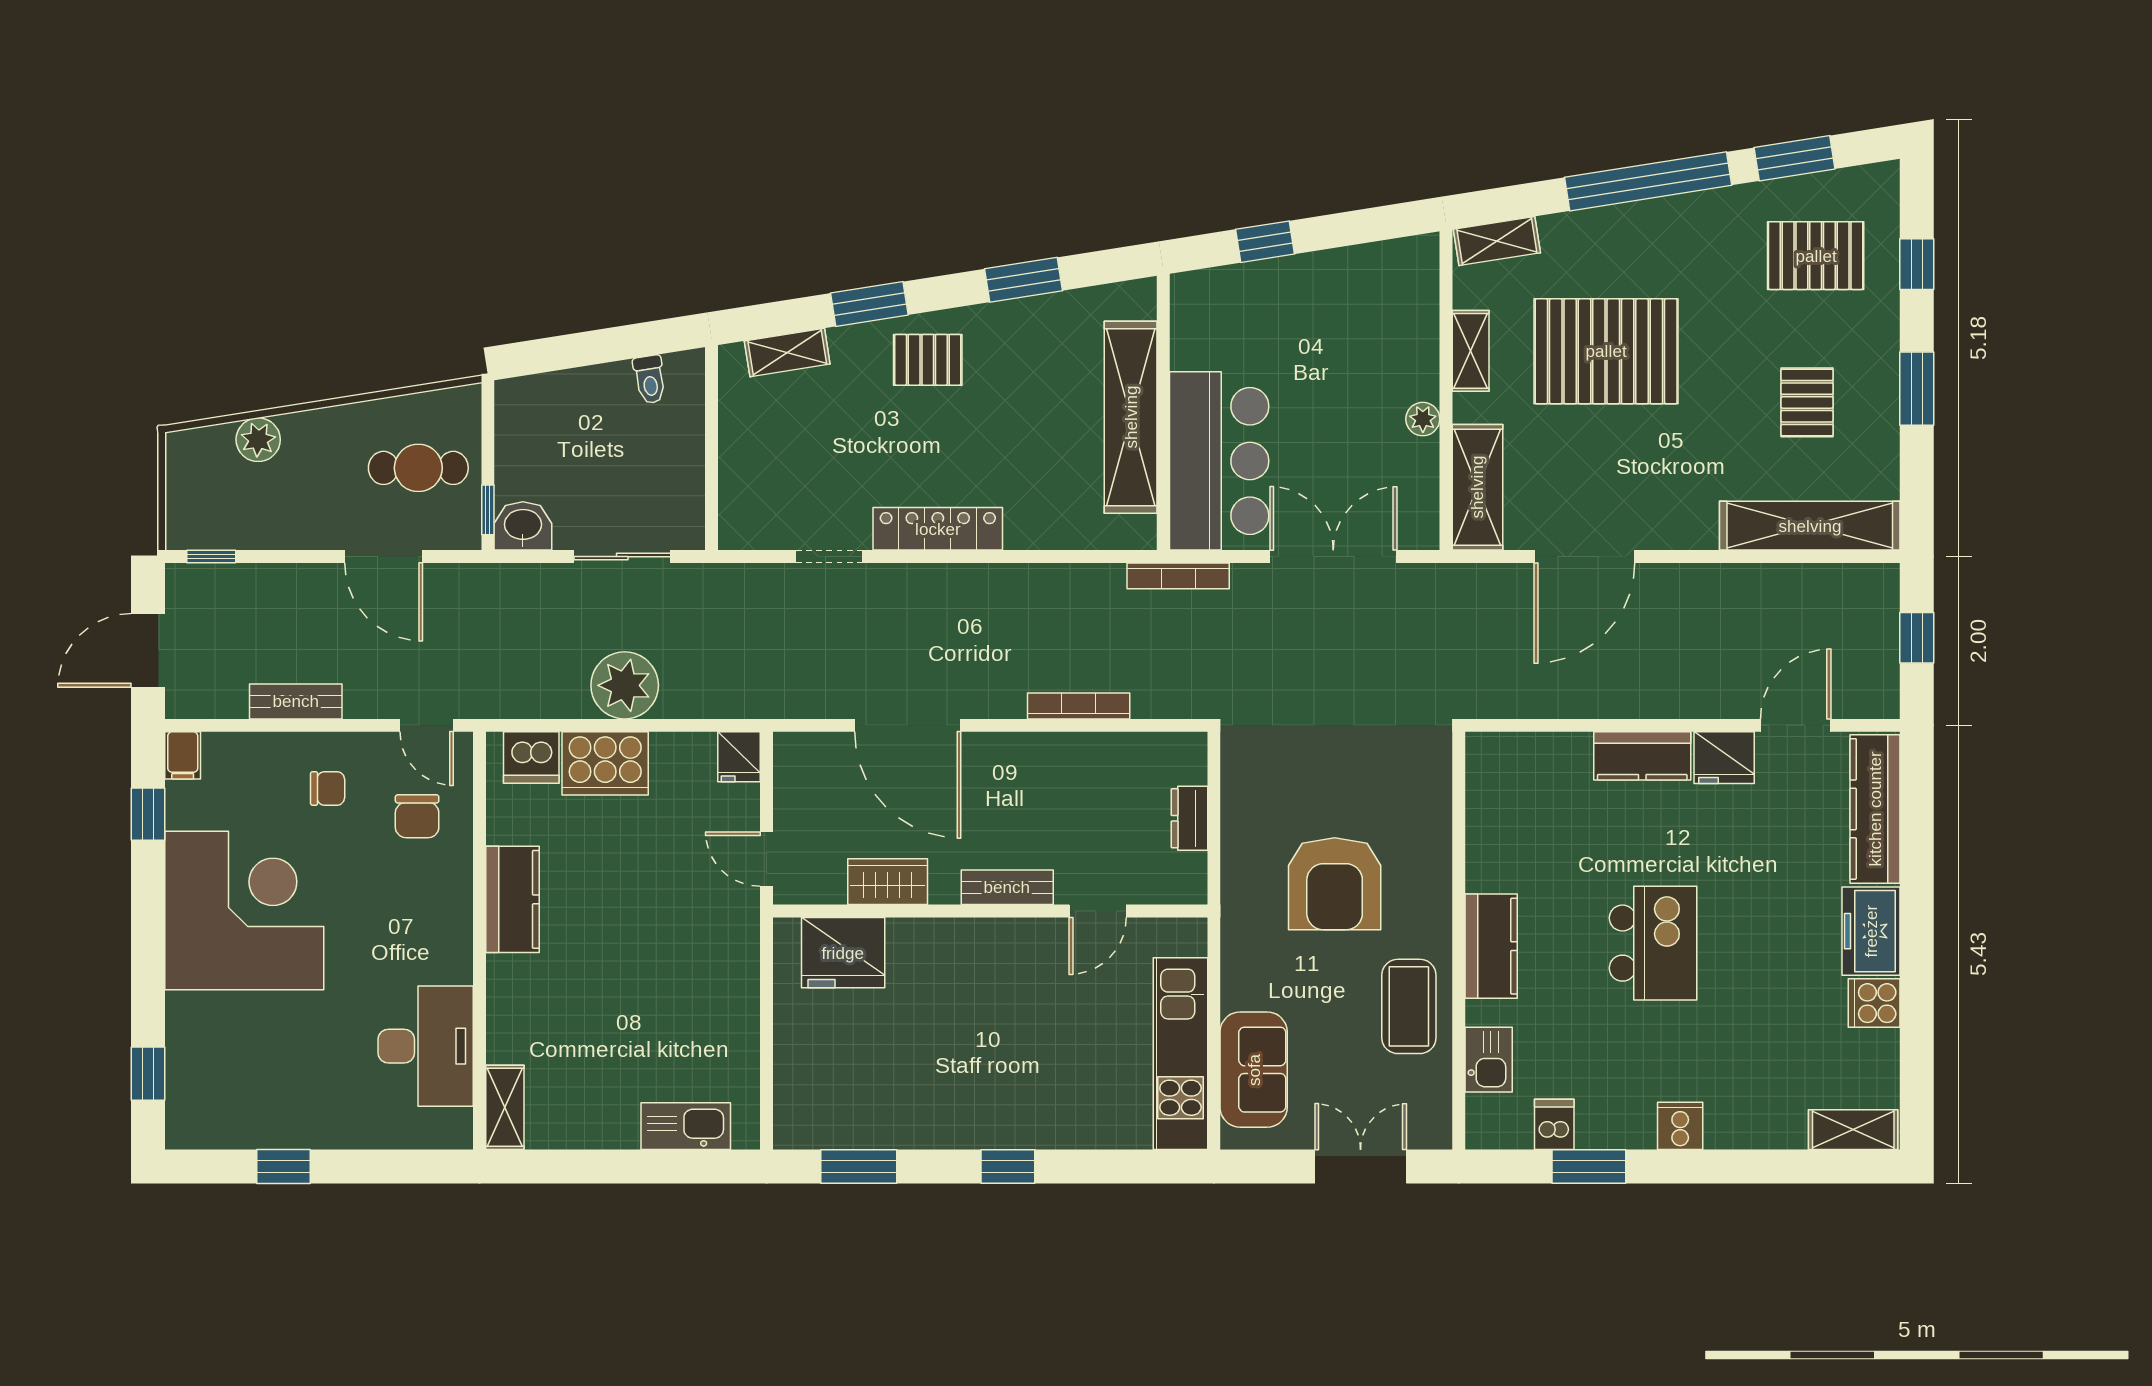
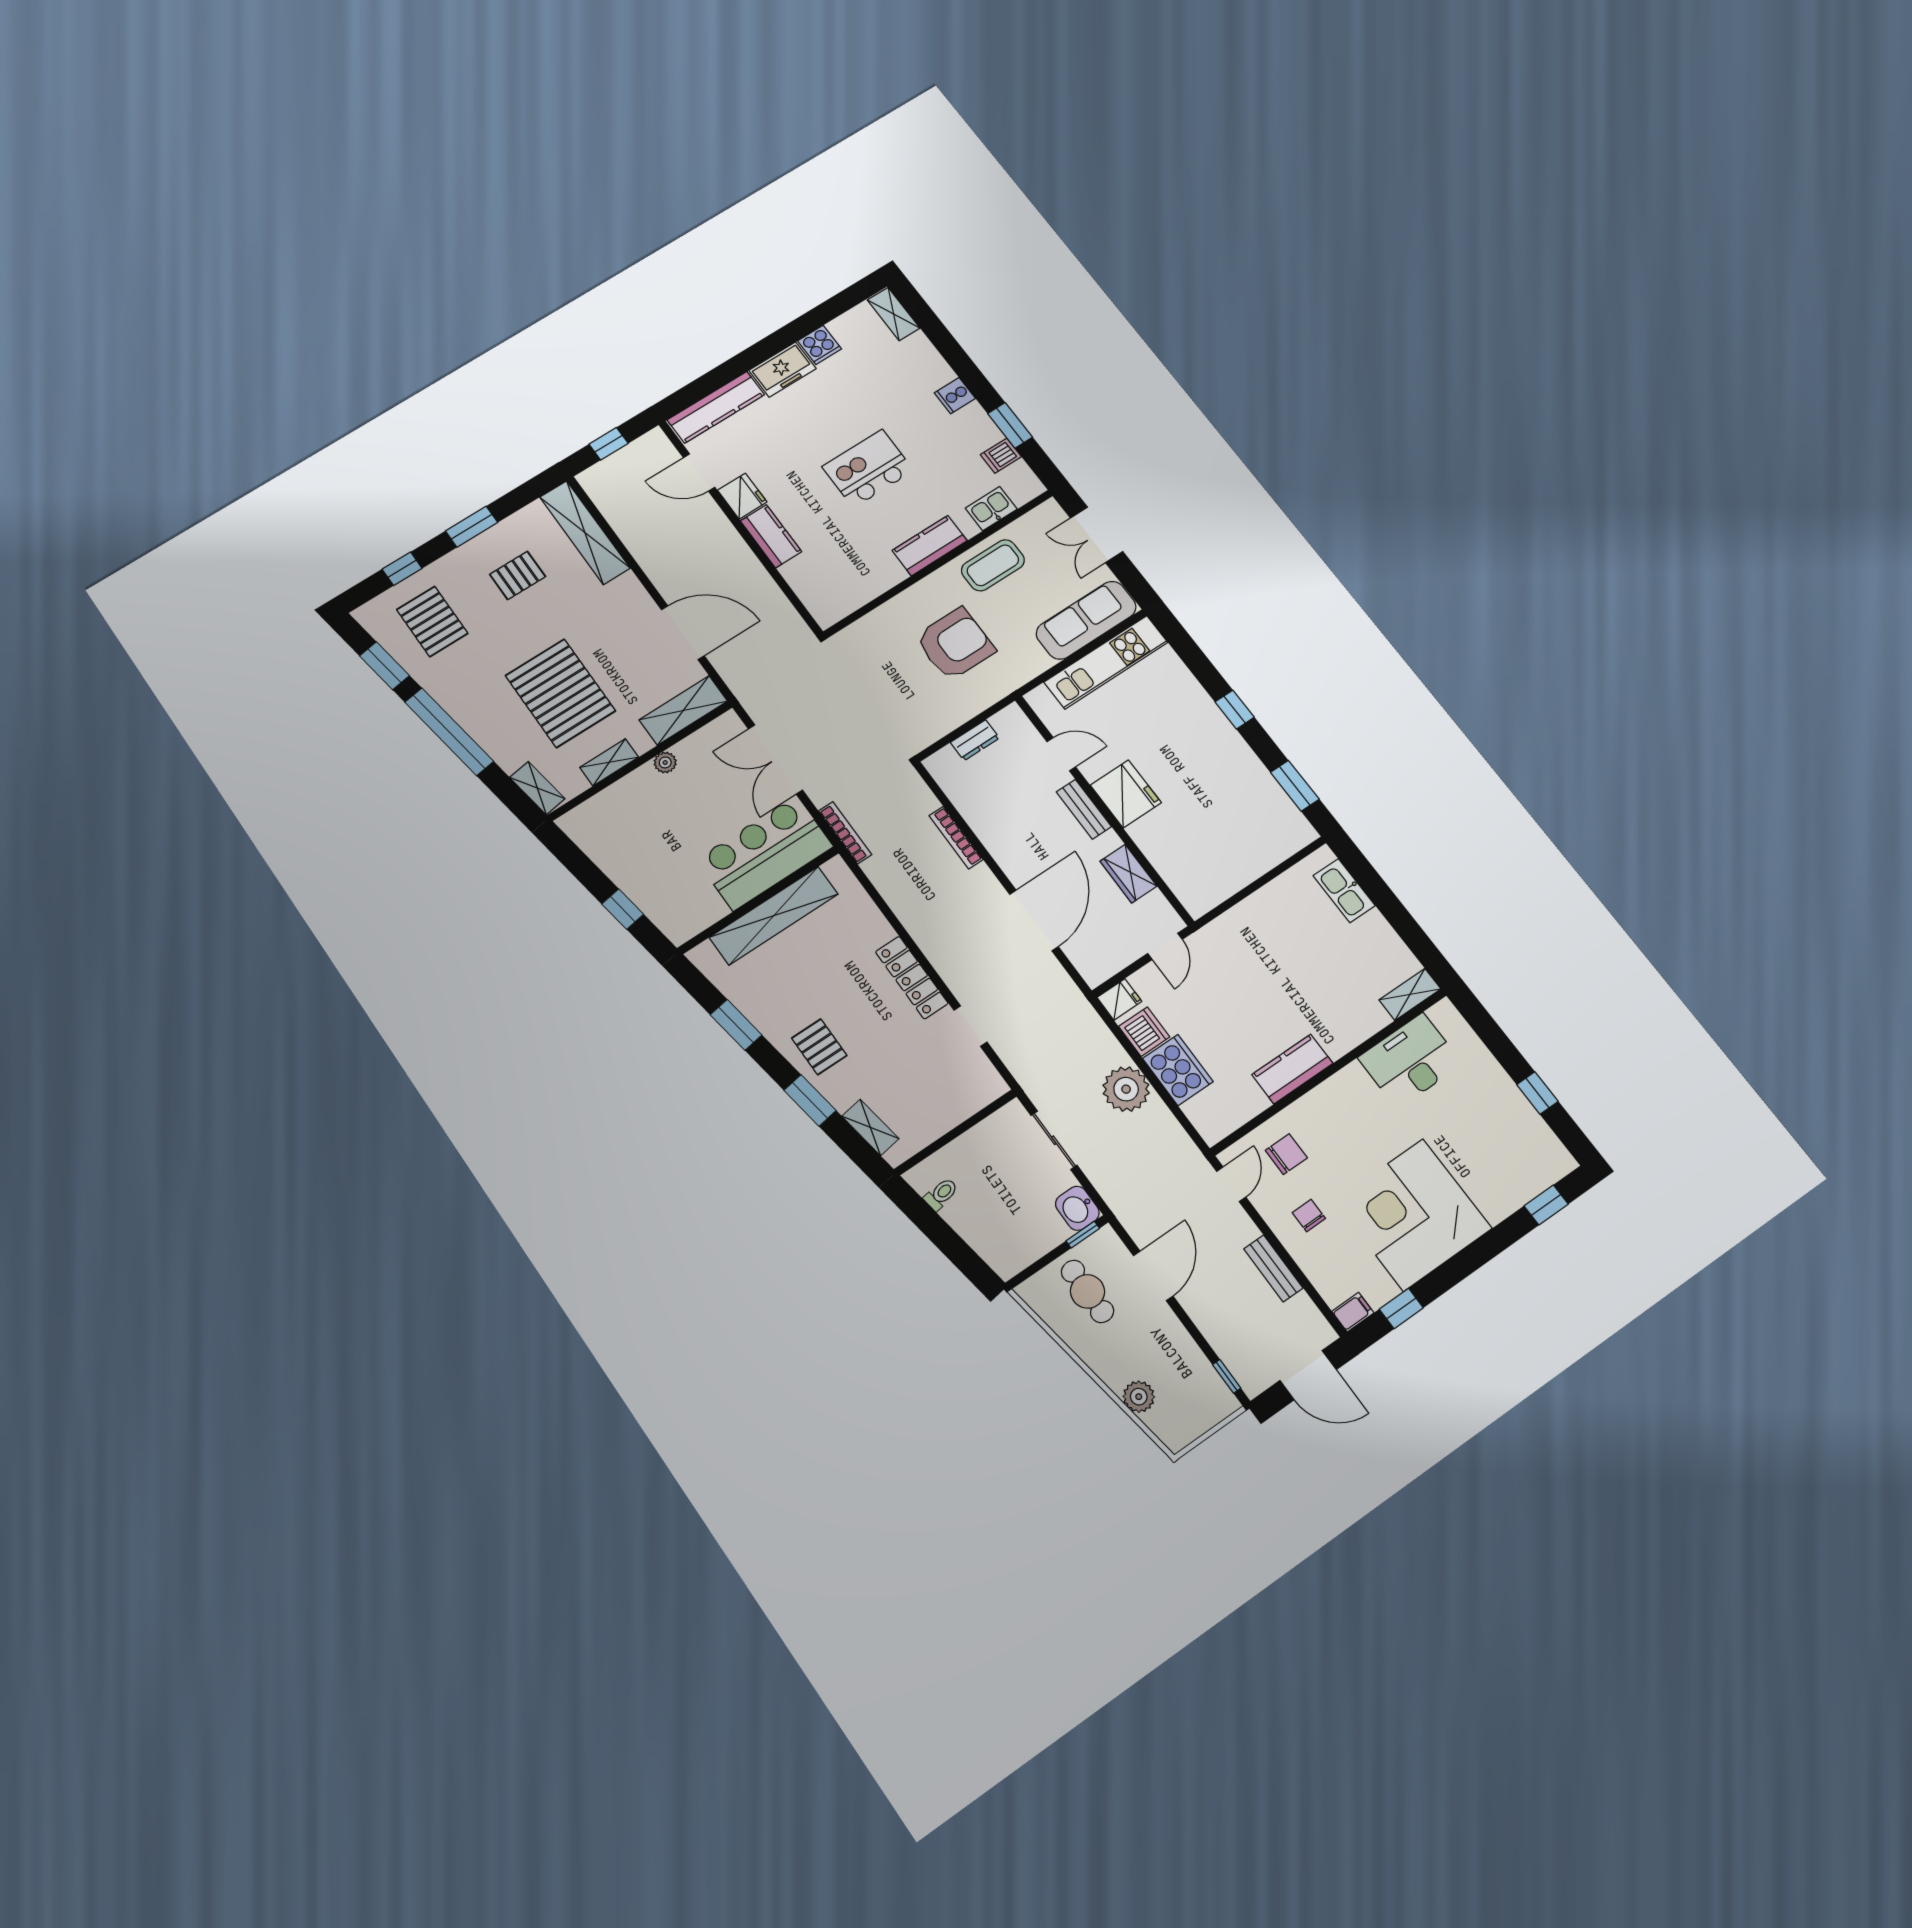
dishwasher: (531, 758) -> (1144, 1032), moved
fridge: (843, 953) -> (1126, 794), moved
sofa: (1254, 1070) -> (1086, 620), width x1.36

